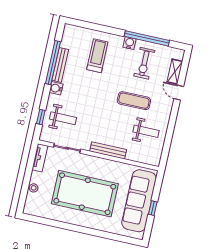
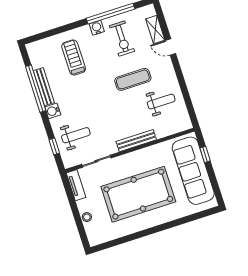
window: (153, 208) -> (205, 154), moved

